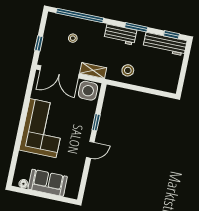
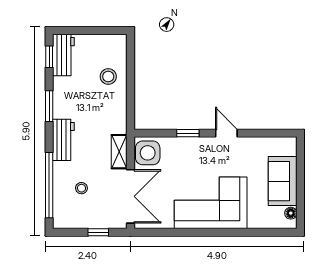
workbench: (120, 35) -> (63, 140), moved
workbench: (165, 44) -> (63, 55), width x0.73
stool: (128, 70) -> (108, 77), moved

